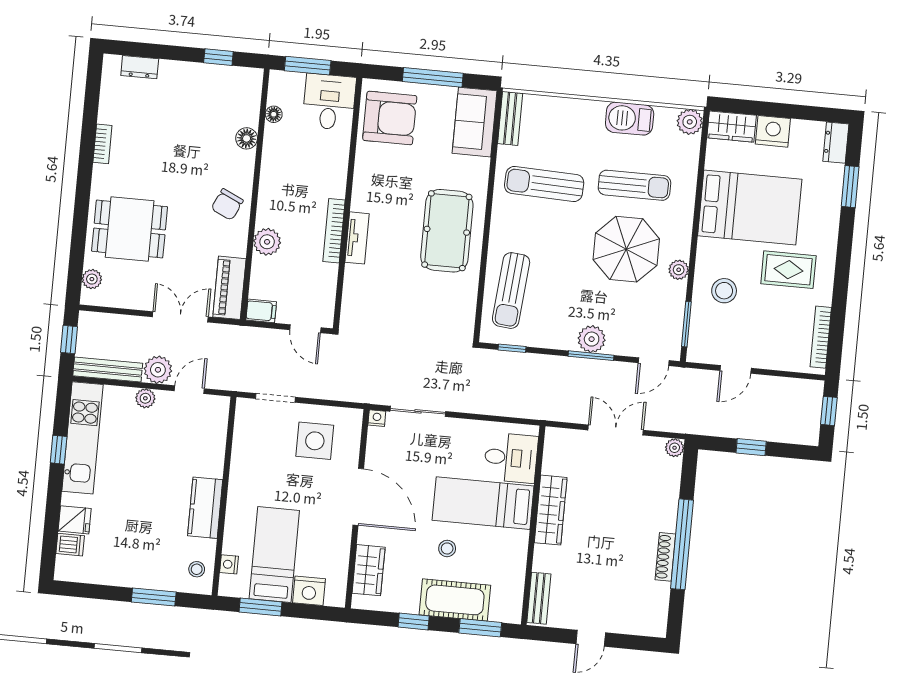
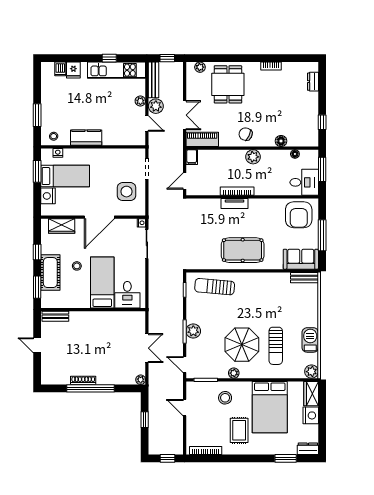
sun lounger: (544, 184) -> (272, 299), removed
plant: (267, 242) -> (253, 157), moved
wardrobe: (551, 510) -> (102, 318), removed

